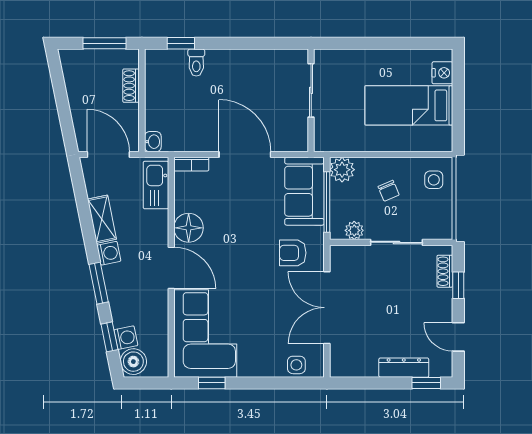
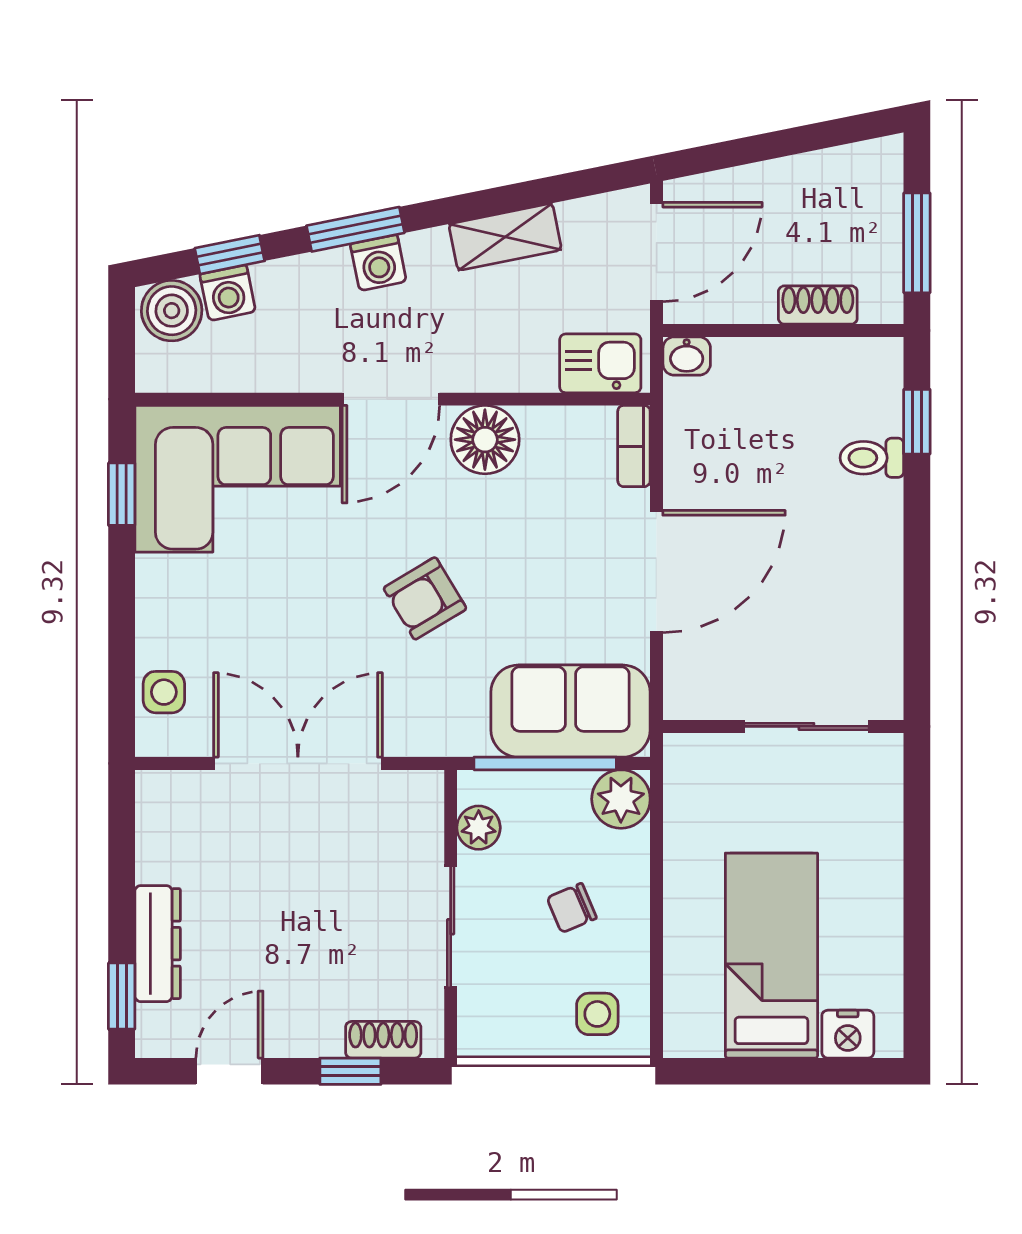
kitchen sink: (156, 185) -> (600, 363), width x0.73
washing machine: (109, 253) -> (378, 263), moved
armchair: (293, 253) -> (425, 598), moved, turned -121

